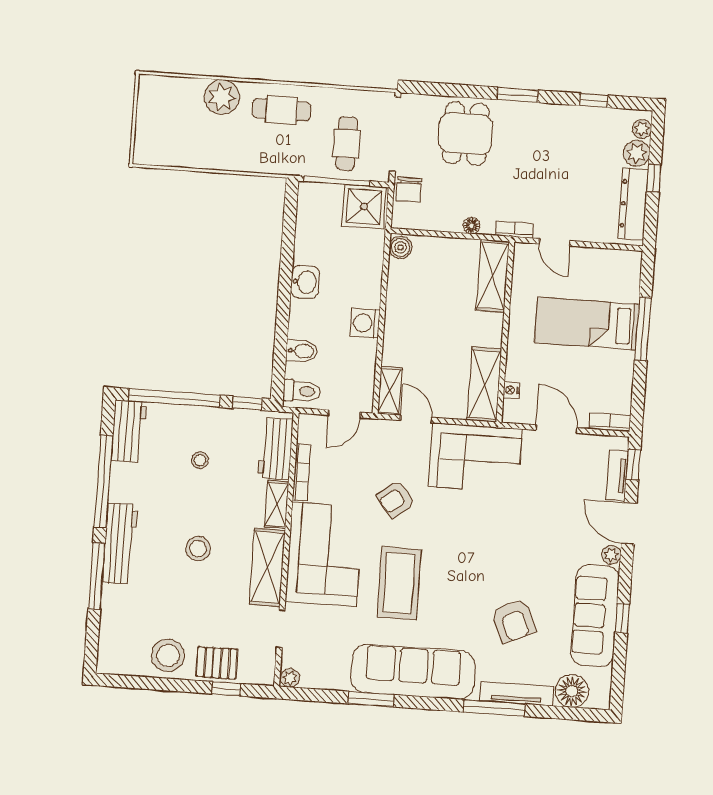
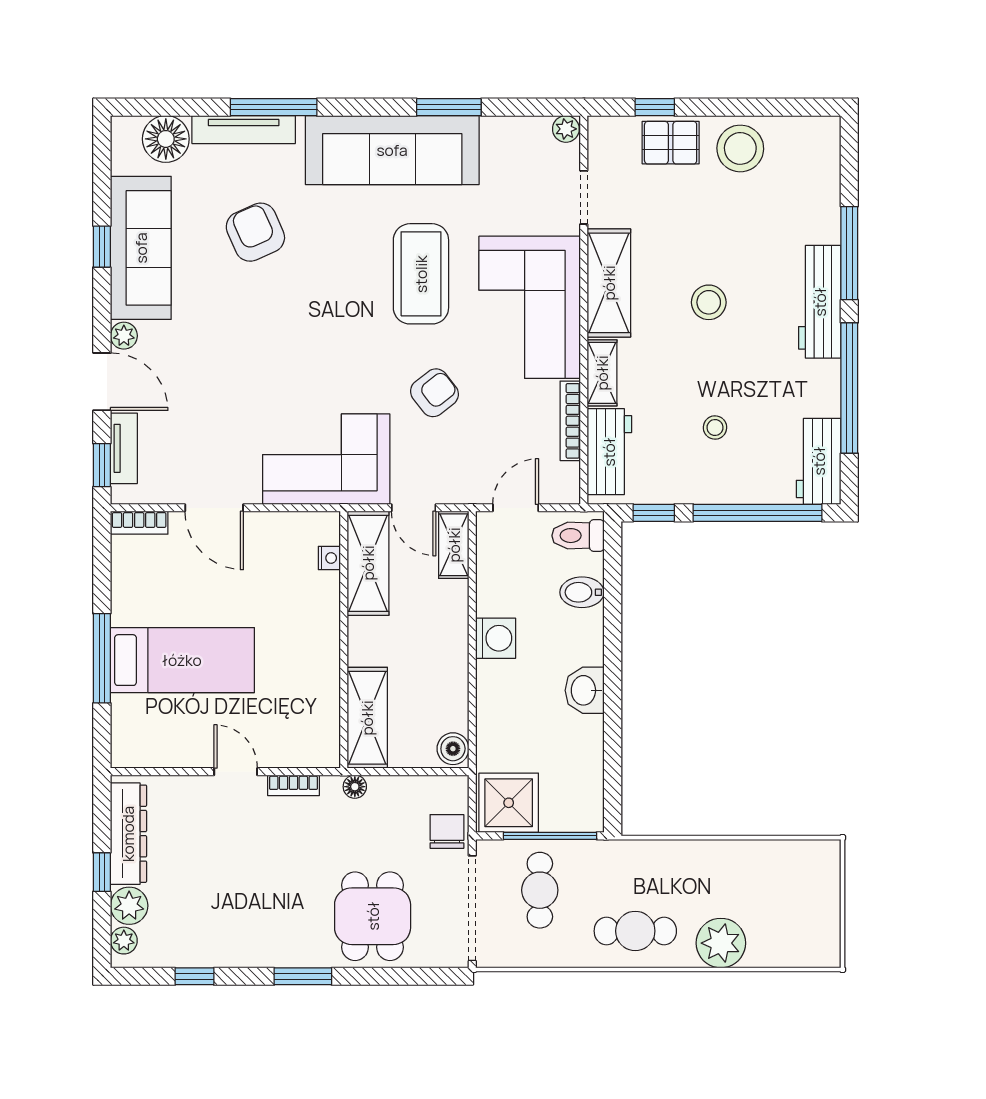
shelving: (493, 276) -> (367, 718), moved
wall: (505, 332) -> (344, 640), moved
shelving: (484, 385) -> (368, 563), moved
nightstand: (511, 390) -> (329, 558), moved

